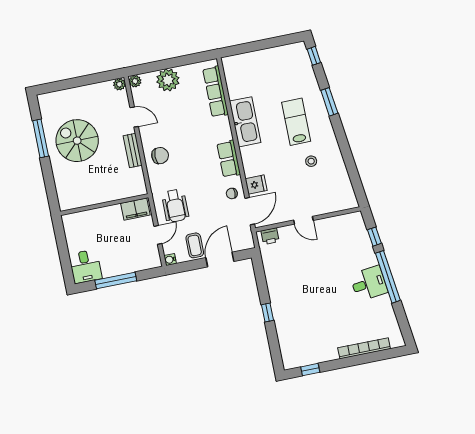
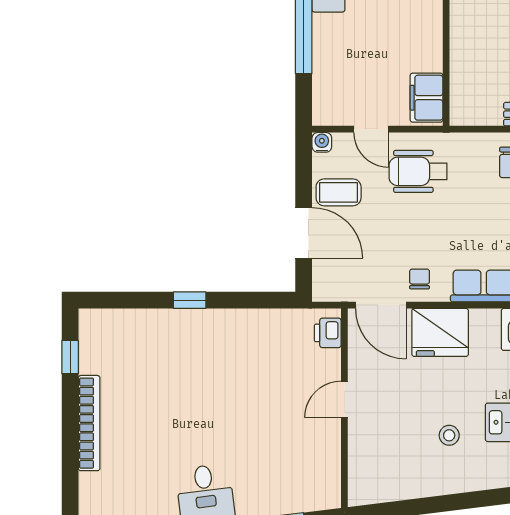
fridge: (256, 185) -> (440, 332), width x1.88, depth x1.34
bookcase: (364, 348) -> (89, 423), moved

